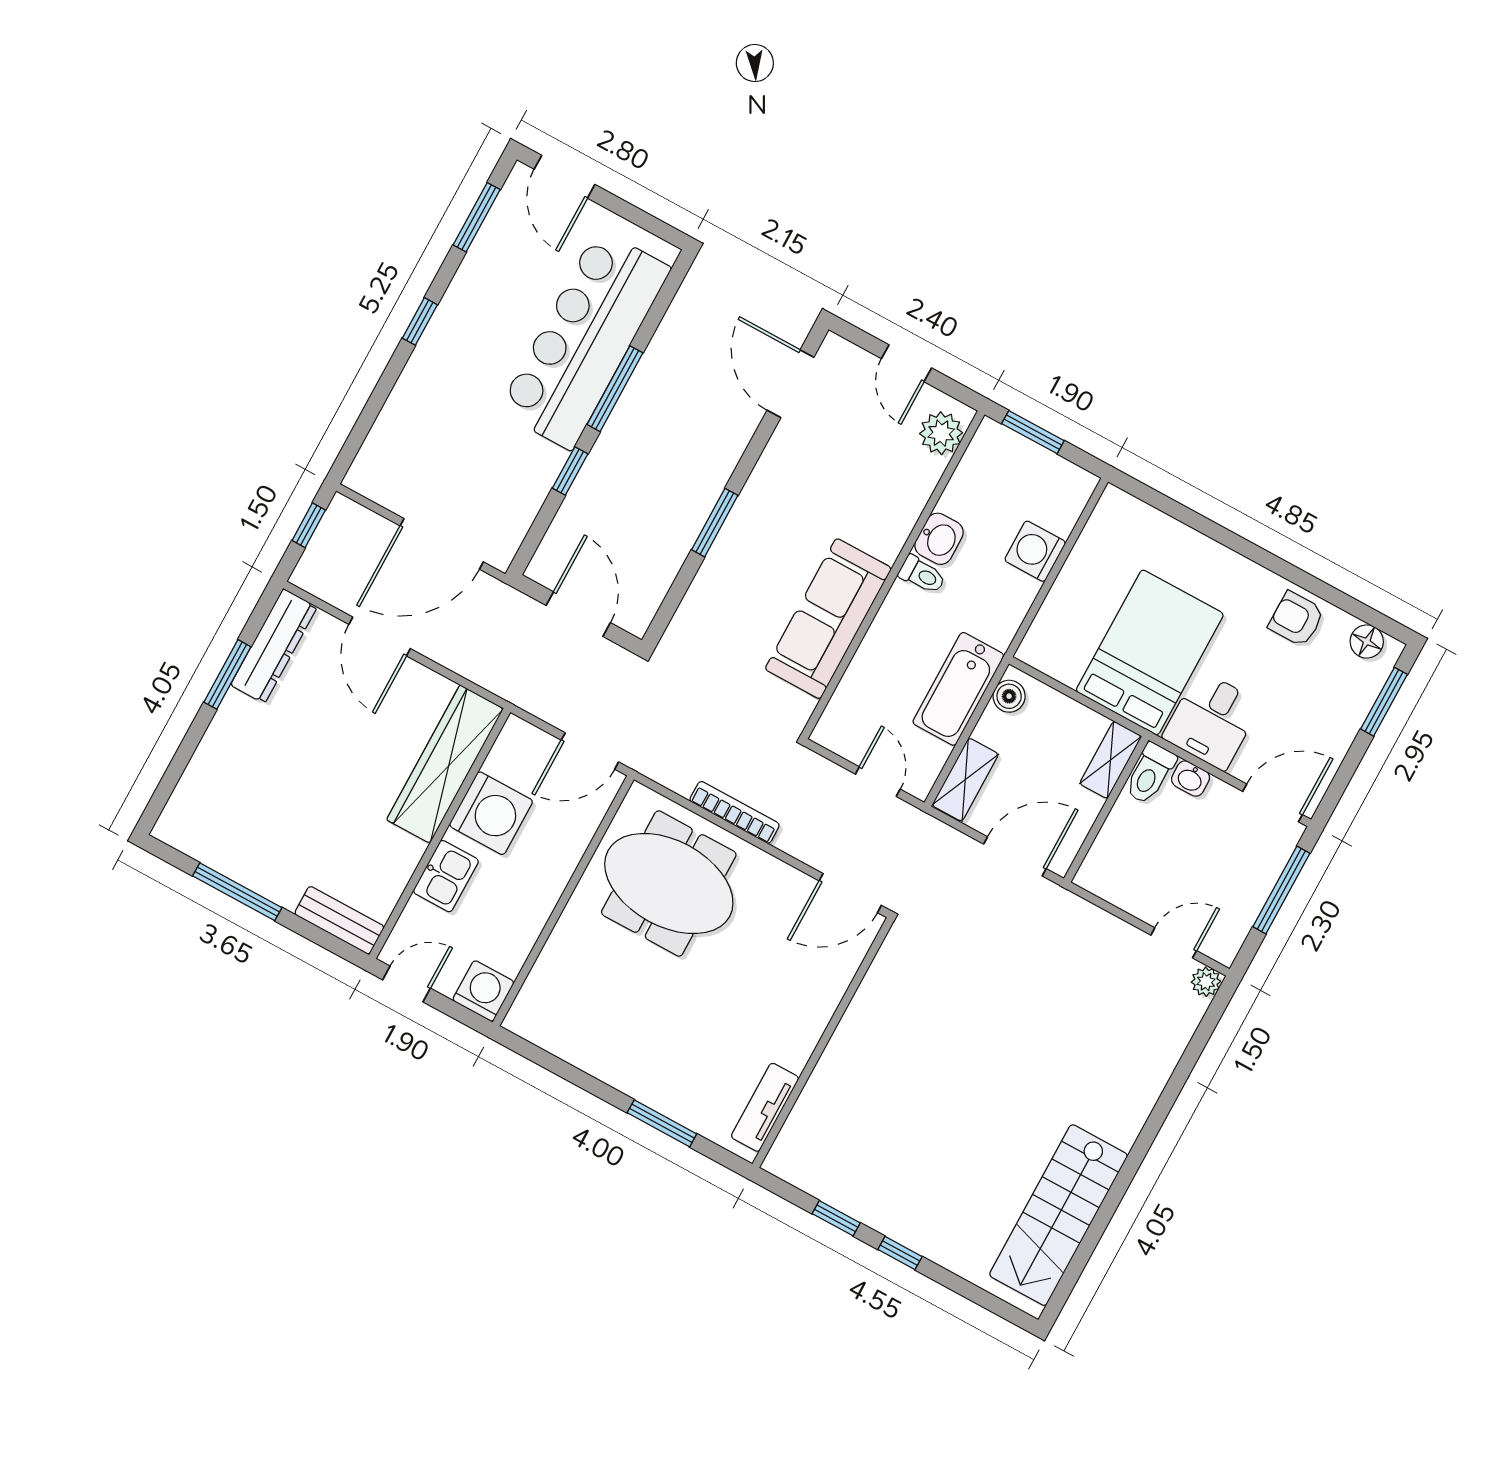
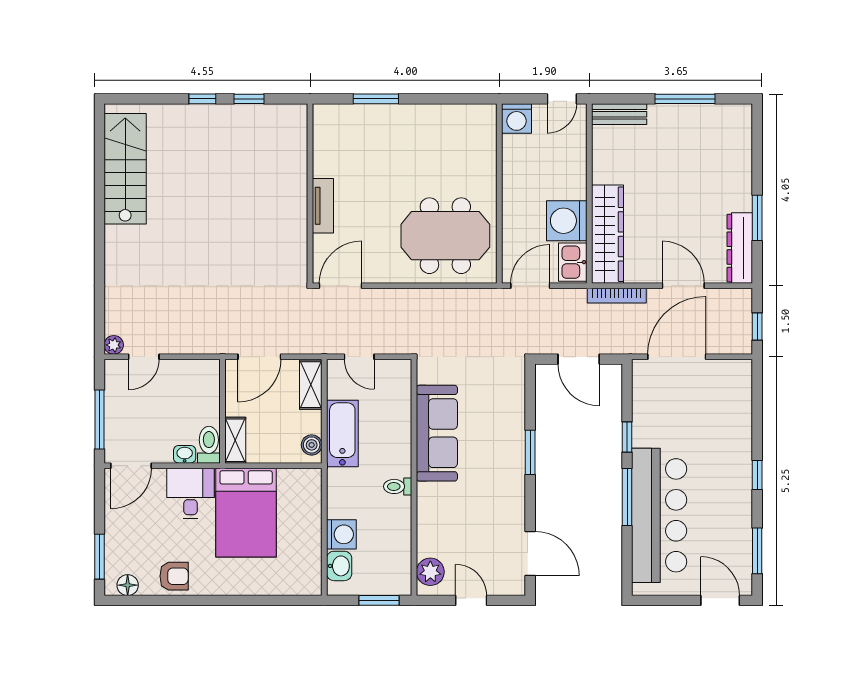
washbasin: (939, 539) -> (339, 566), moved, turned 180
bookcase: (735, 812) -> (617, 296), moved
kitchen sink: (446, 876) -> (573, 262), moved
tv unit: (765, 1107) -> (323, 206), moved

